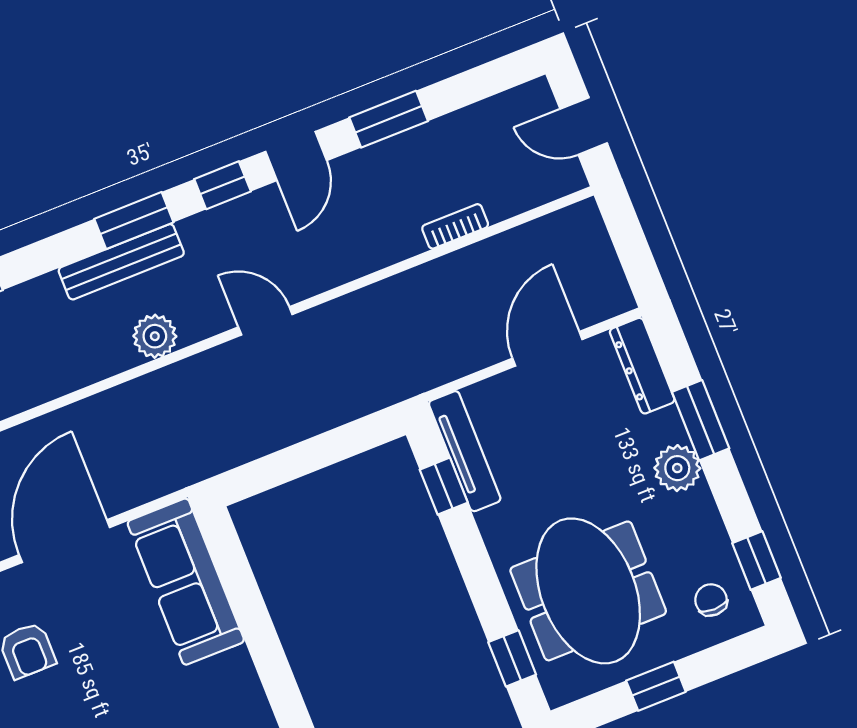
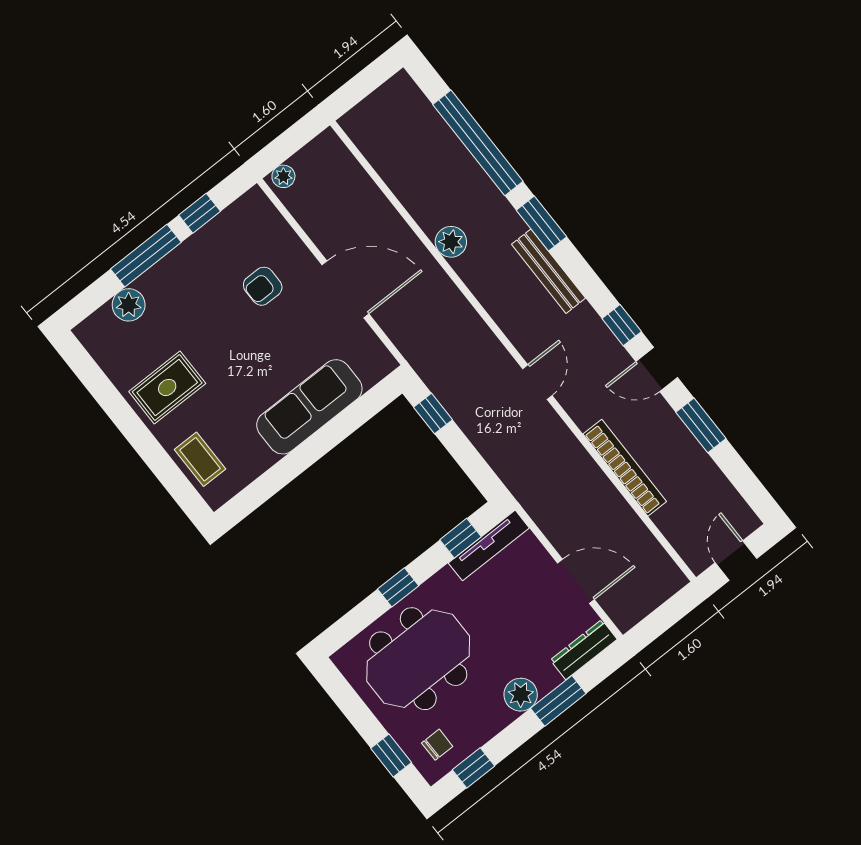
window: (134, 221) -> (541, 224), moved
bookcase: (455, 226) -> (625, 468), width x2.31, depth x1.31
plant: (155, 336) -> (451, 242), moved
window: (266, 473) -> (433, 414), added
sofa: (186, 582) -> (309, 407), moved
window: (512, 658) -> (398, 587), moved
window: (656, 686) -> (391, 755), moved

